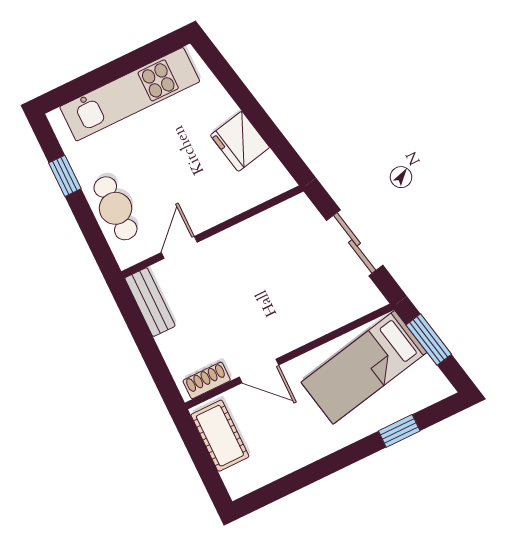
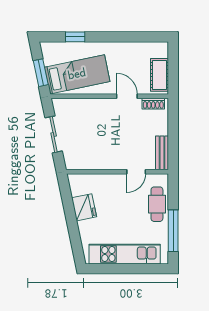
window: (65, 176) -> (173, 231), width x2.17

